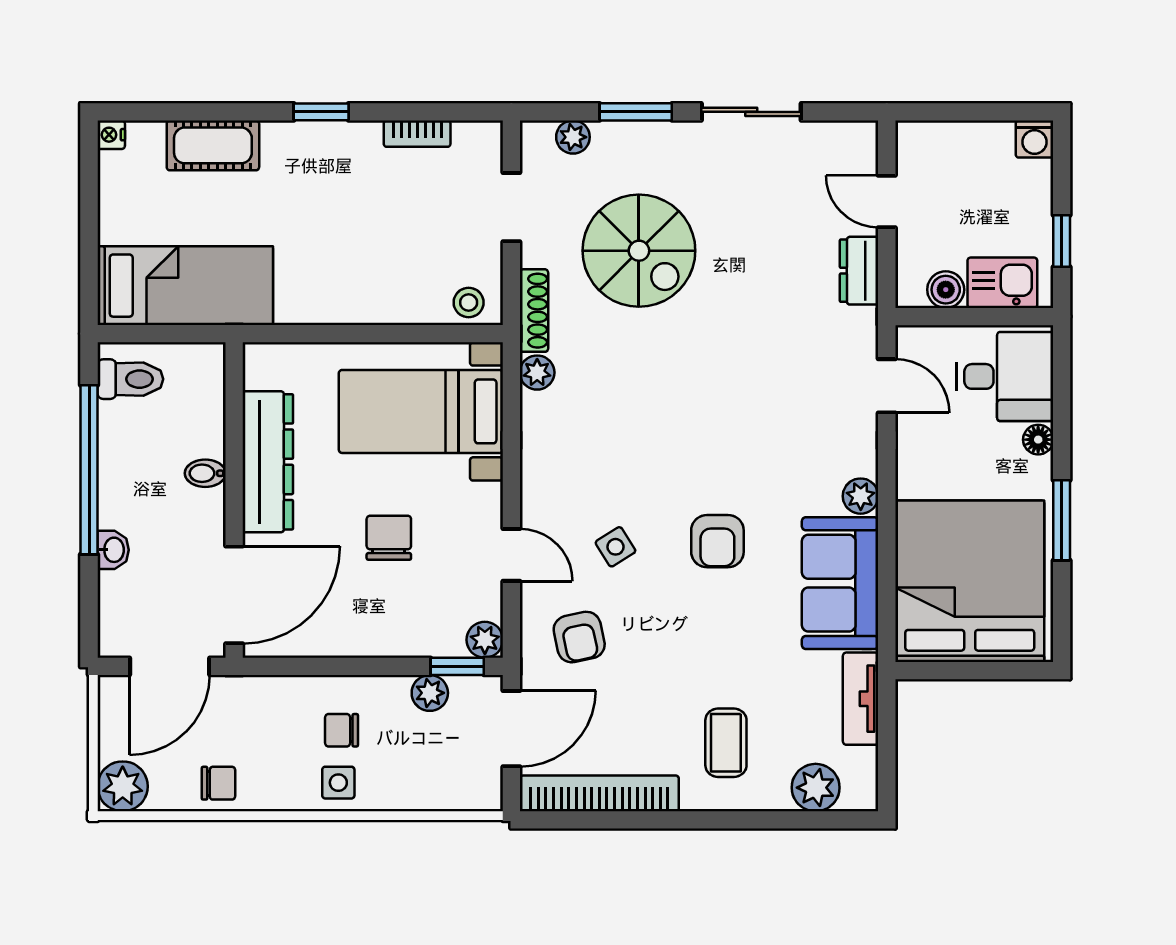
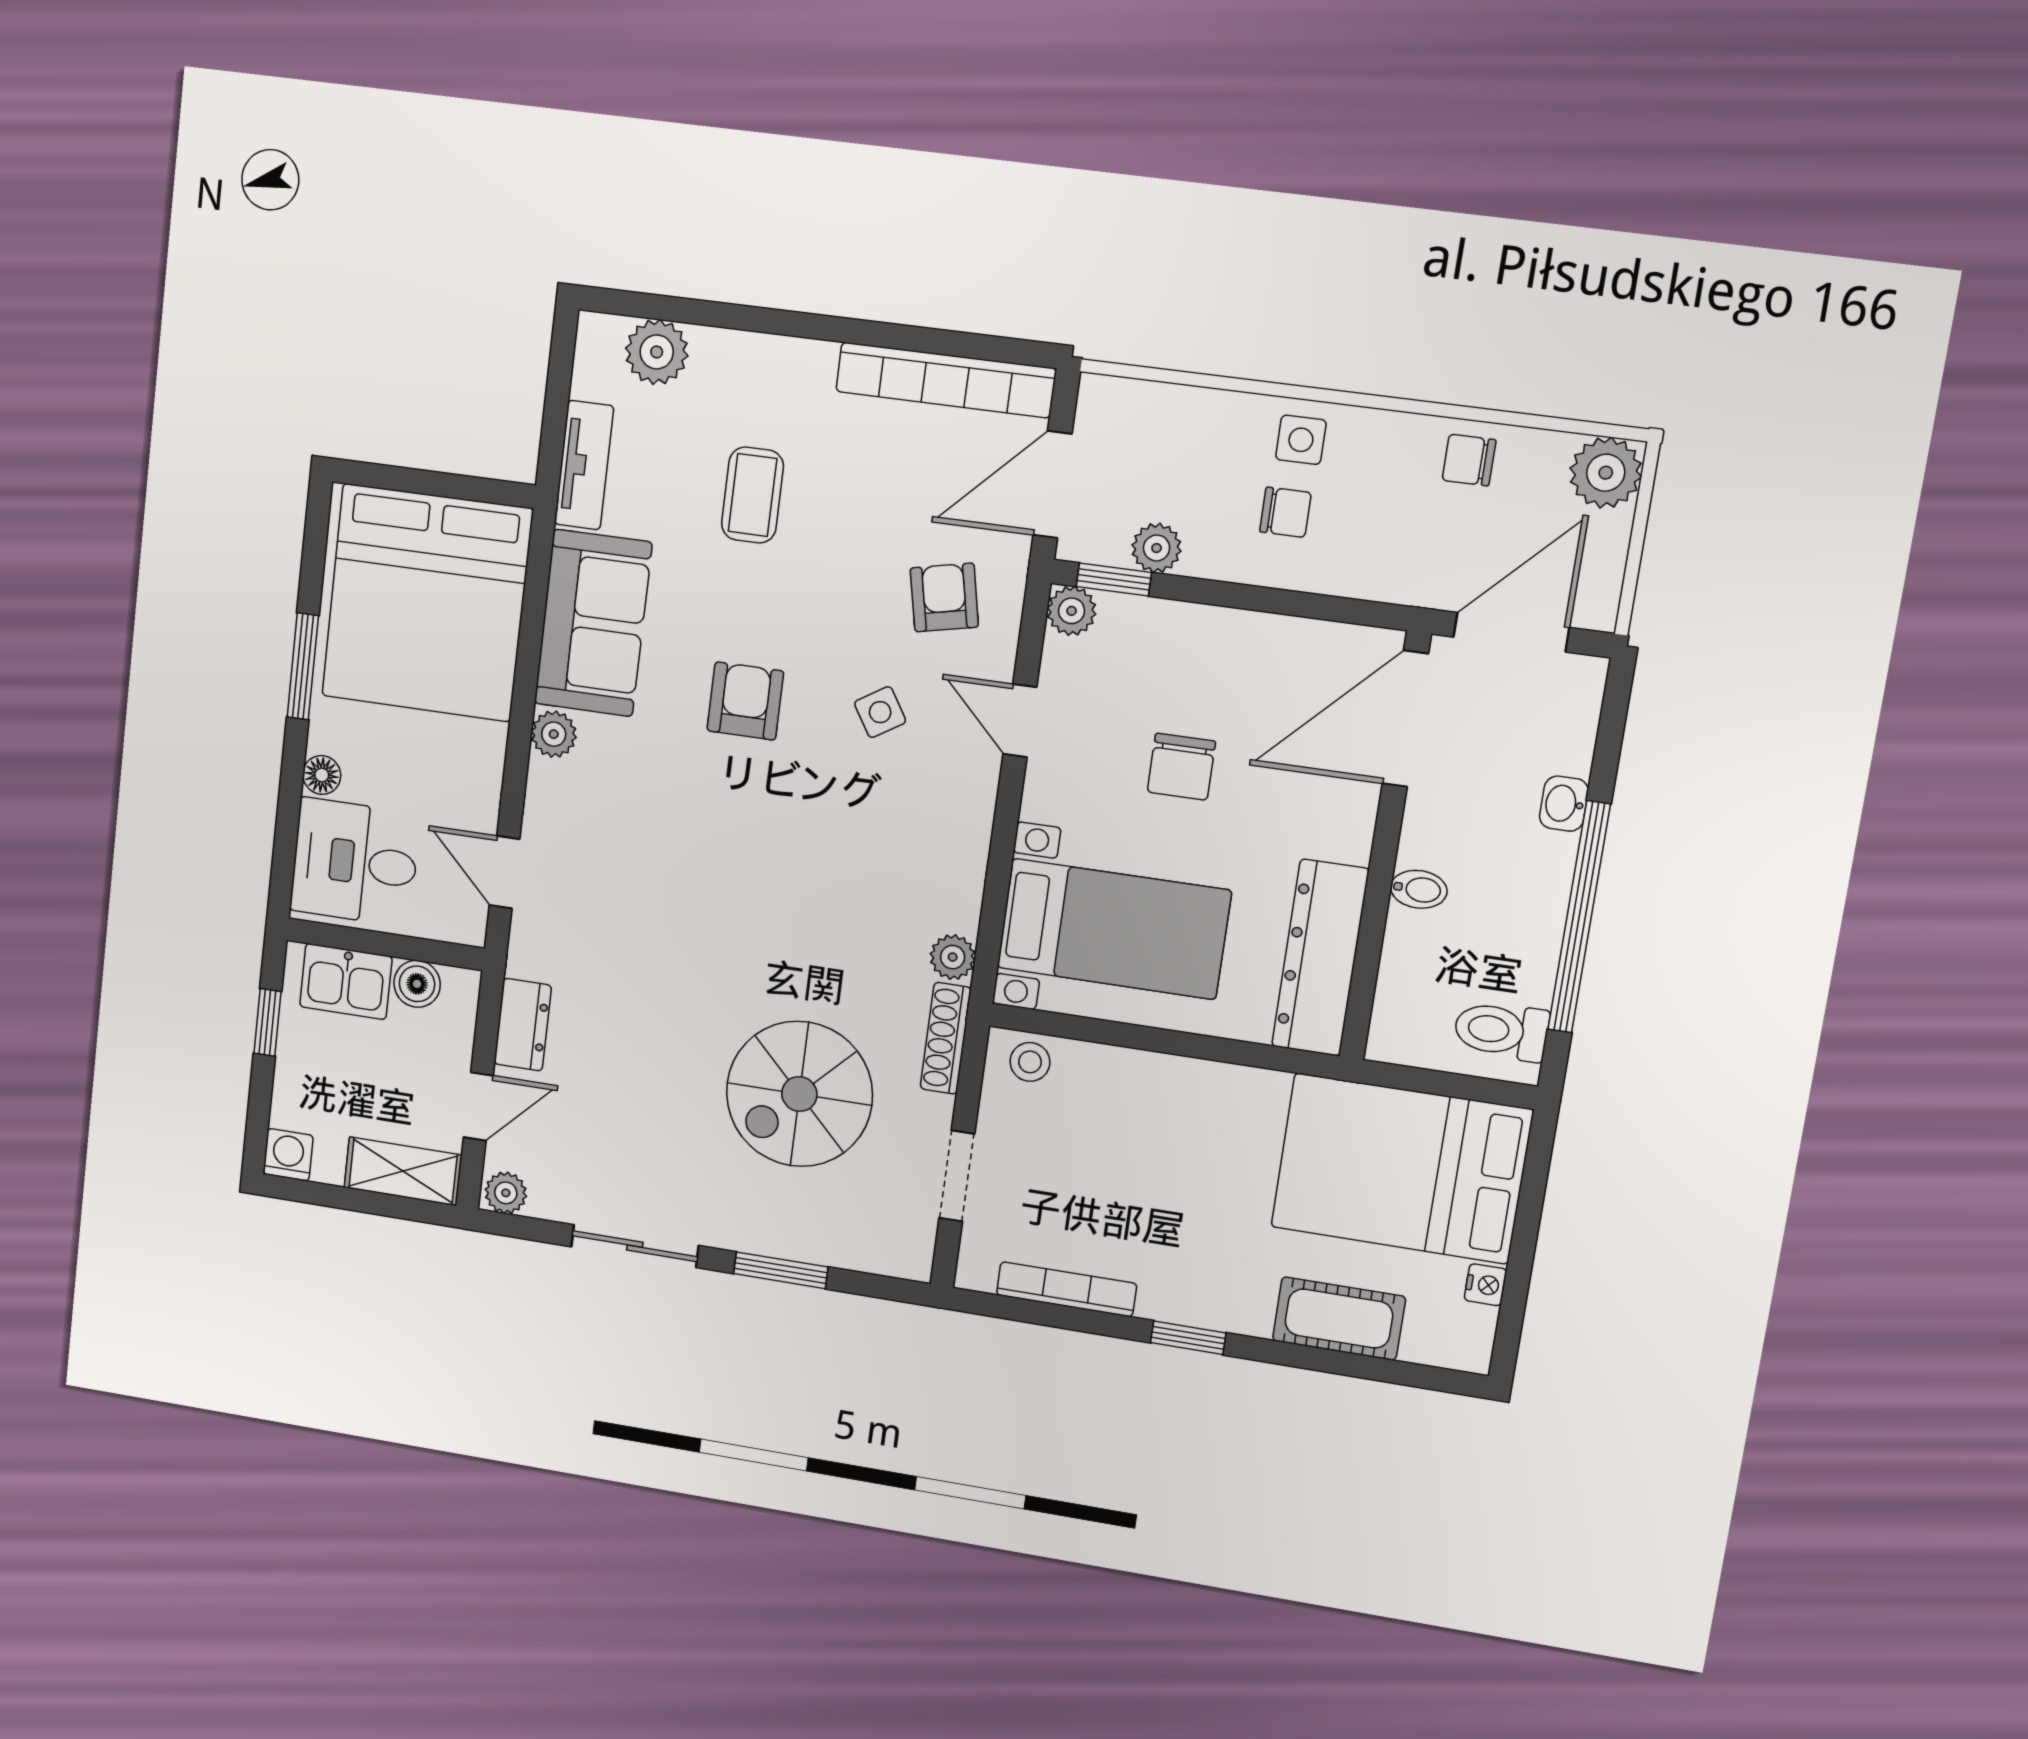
bookcase: (417, 134) -> (1066, 1289), width x1.56
nightstand: (111, 135) -> (1485, 1285), moved
plant: (573, 137) -> (506, 1193), moved
shelving: (941, 141) -> (403, 1171), added
door: (887, 201) -> (478, 1107), hinge flipped
spiral stairs: (639, 251) -> (799, 1094), turned -90
bed: (185, 286) -> (1401, 1168), width x1.50
dresser: (268, 462) -> (1320, 958), moved
coffee table: (726, 743) -> (752, 495), moved

